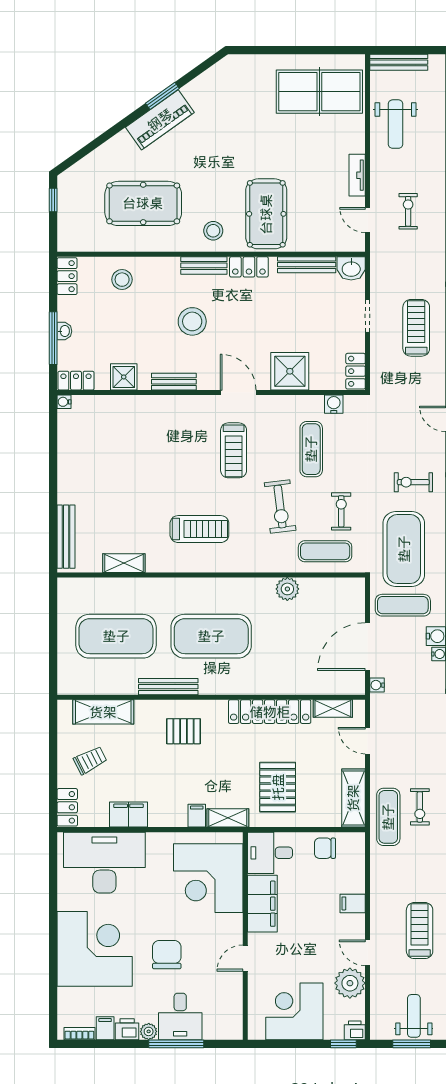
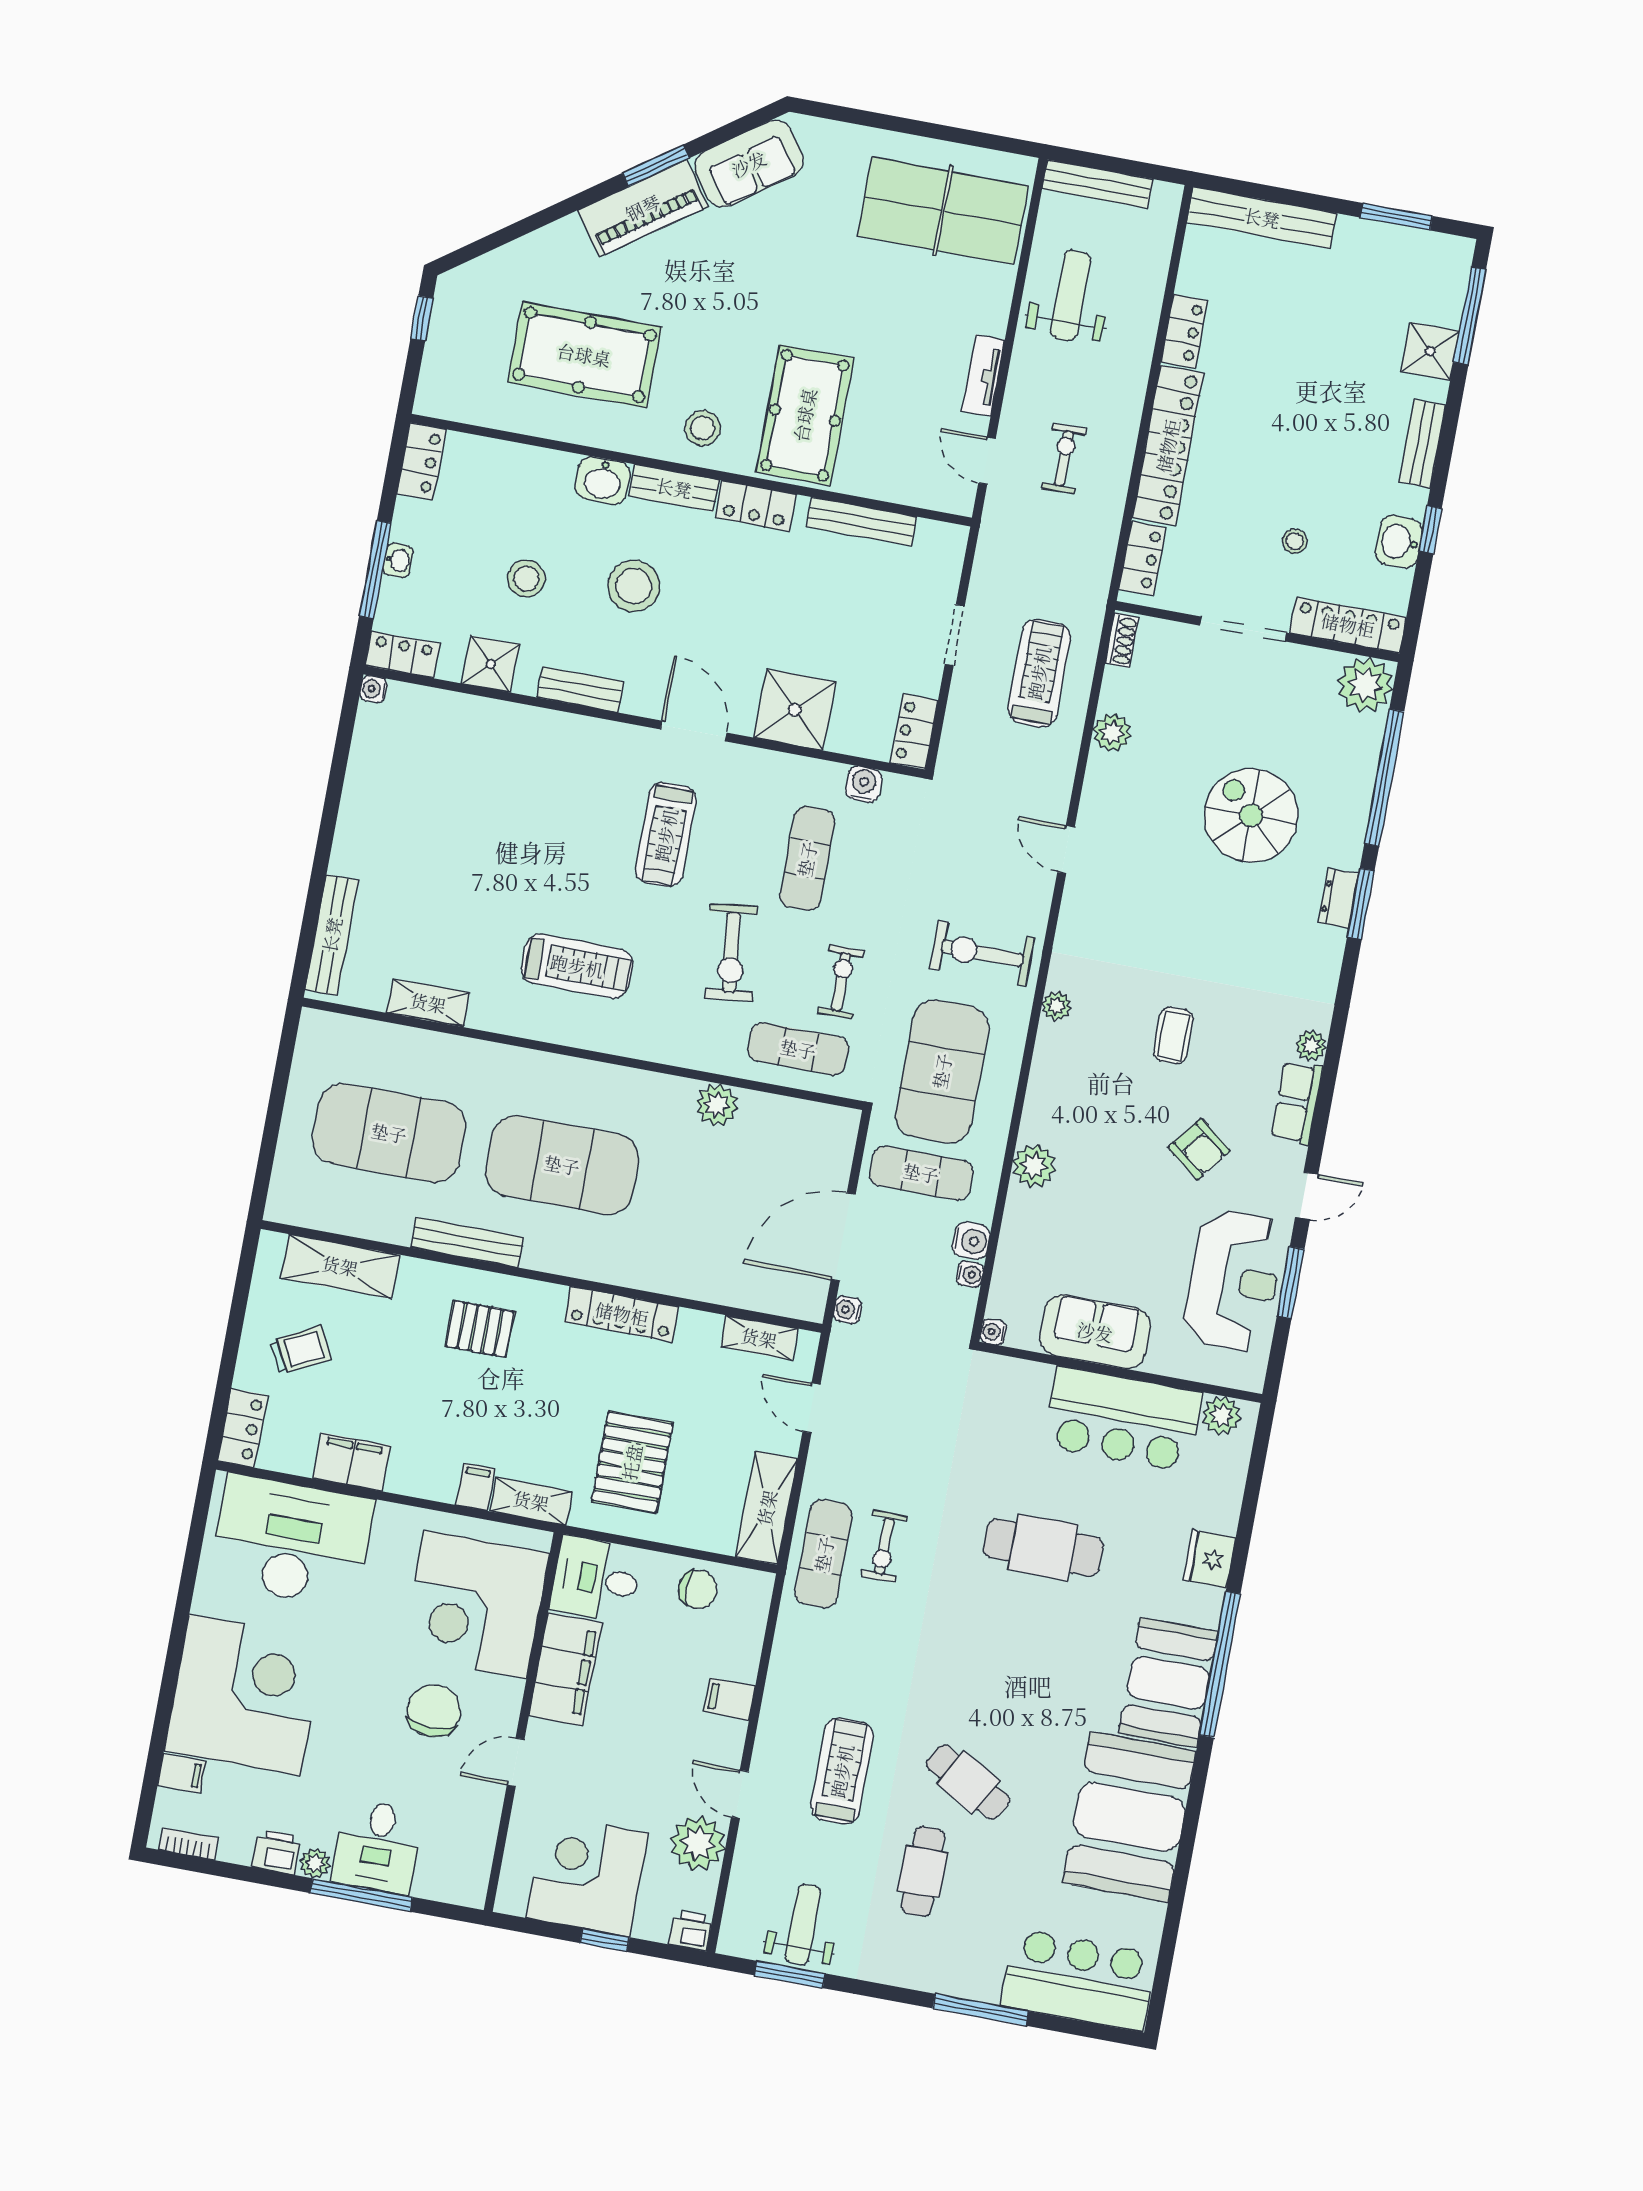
sofa: (212, 86) -> (749, 164), added
weight bench: (396, 124) -> (1070, 295), turned 180
washbasin: (351, 268) -> (603, 480), moved
stool: (122, 280) -> (526, 579), moved
exercise bike: (413, 482) -> (982, 953), width x1.38, depth x1.39
locker: (270, 712) -> (622, 1314), width x0.71, depth x0.83
chair: (325, 848) -> (698, 1589), turned 180
chair: (167, 955) -> (434, 1711), moved
filing cabinet: (105, 1028) -> (181, 1773), moved, turned 90
window: (343, 1044) -> (605, 1940), moved

